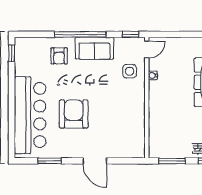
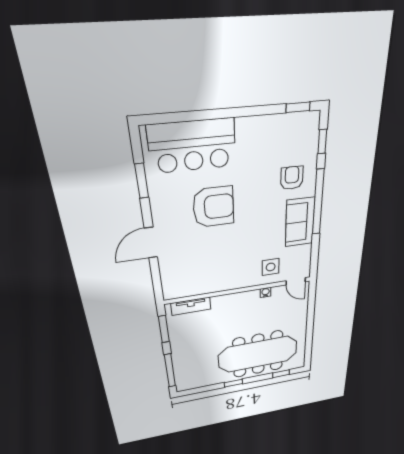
window: (131, 34) -> (322, 142), moved
armchair: (59, 56) -> (292, 178), turned 90
bar counter: (30, 115) -> (192, 146), width x0.73
tv unit: (154, 137) -> (191, 306), added

